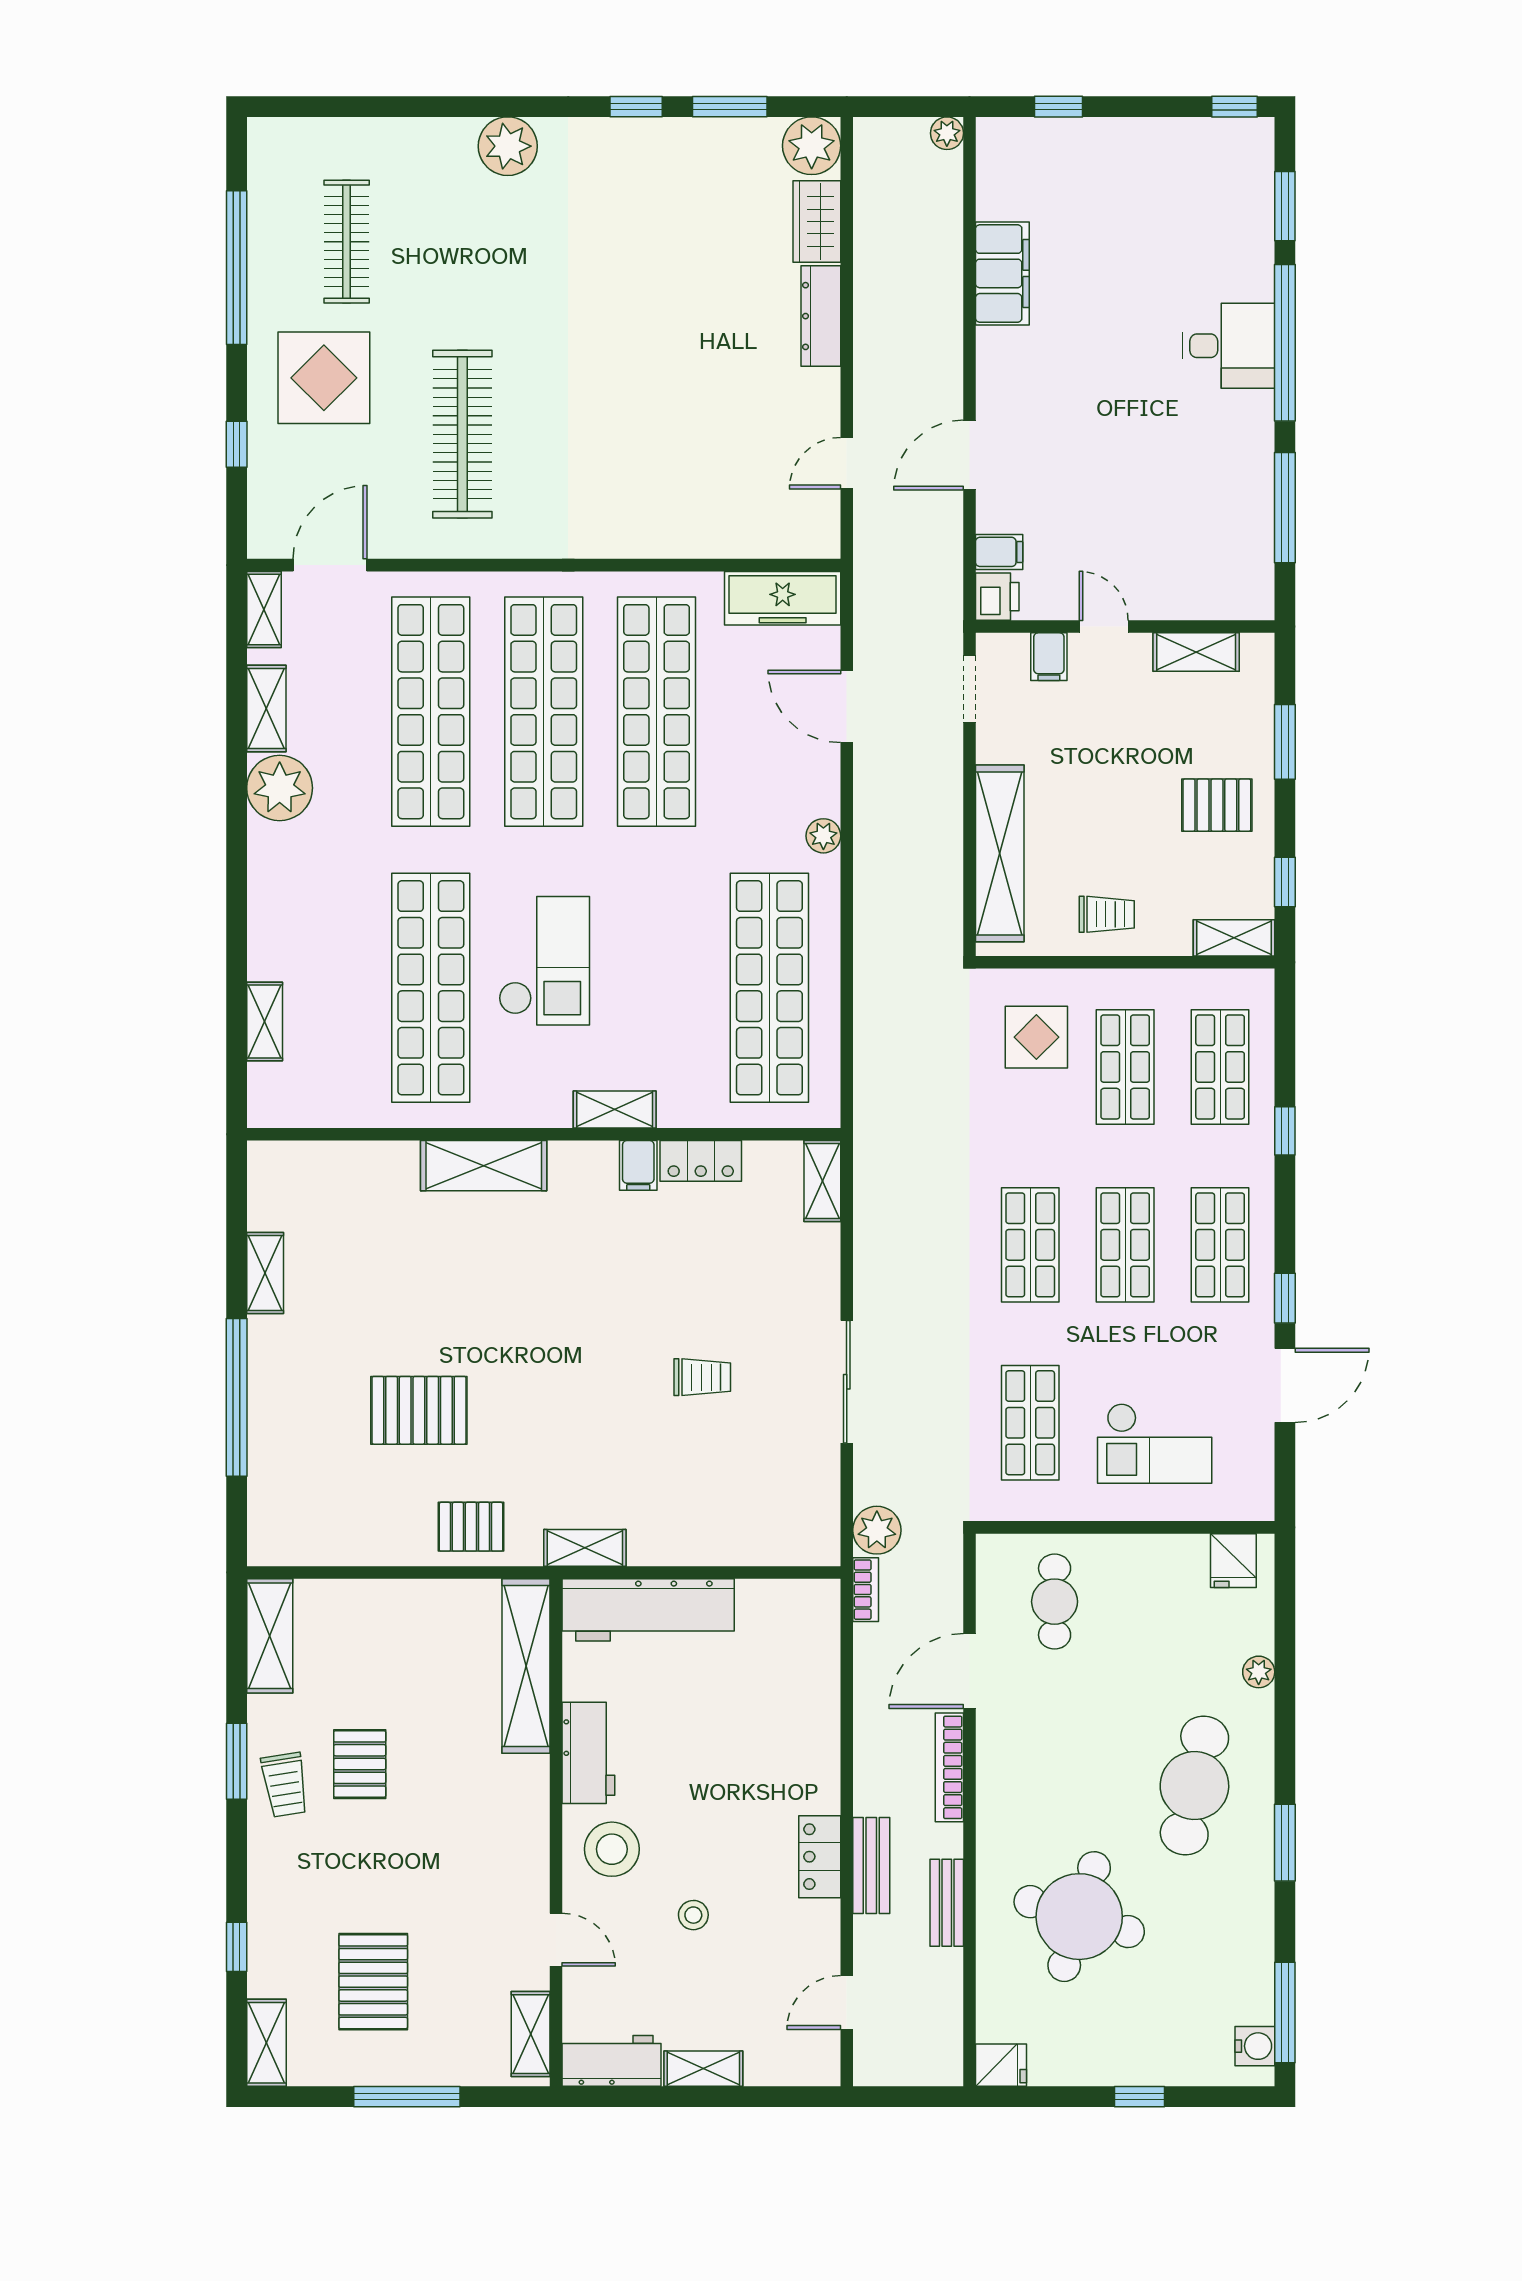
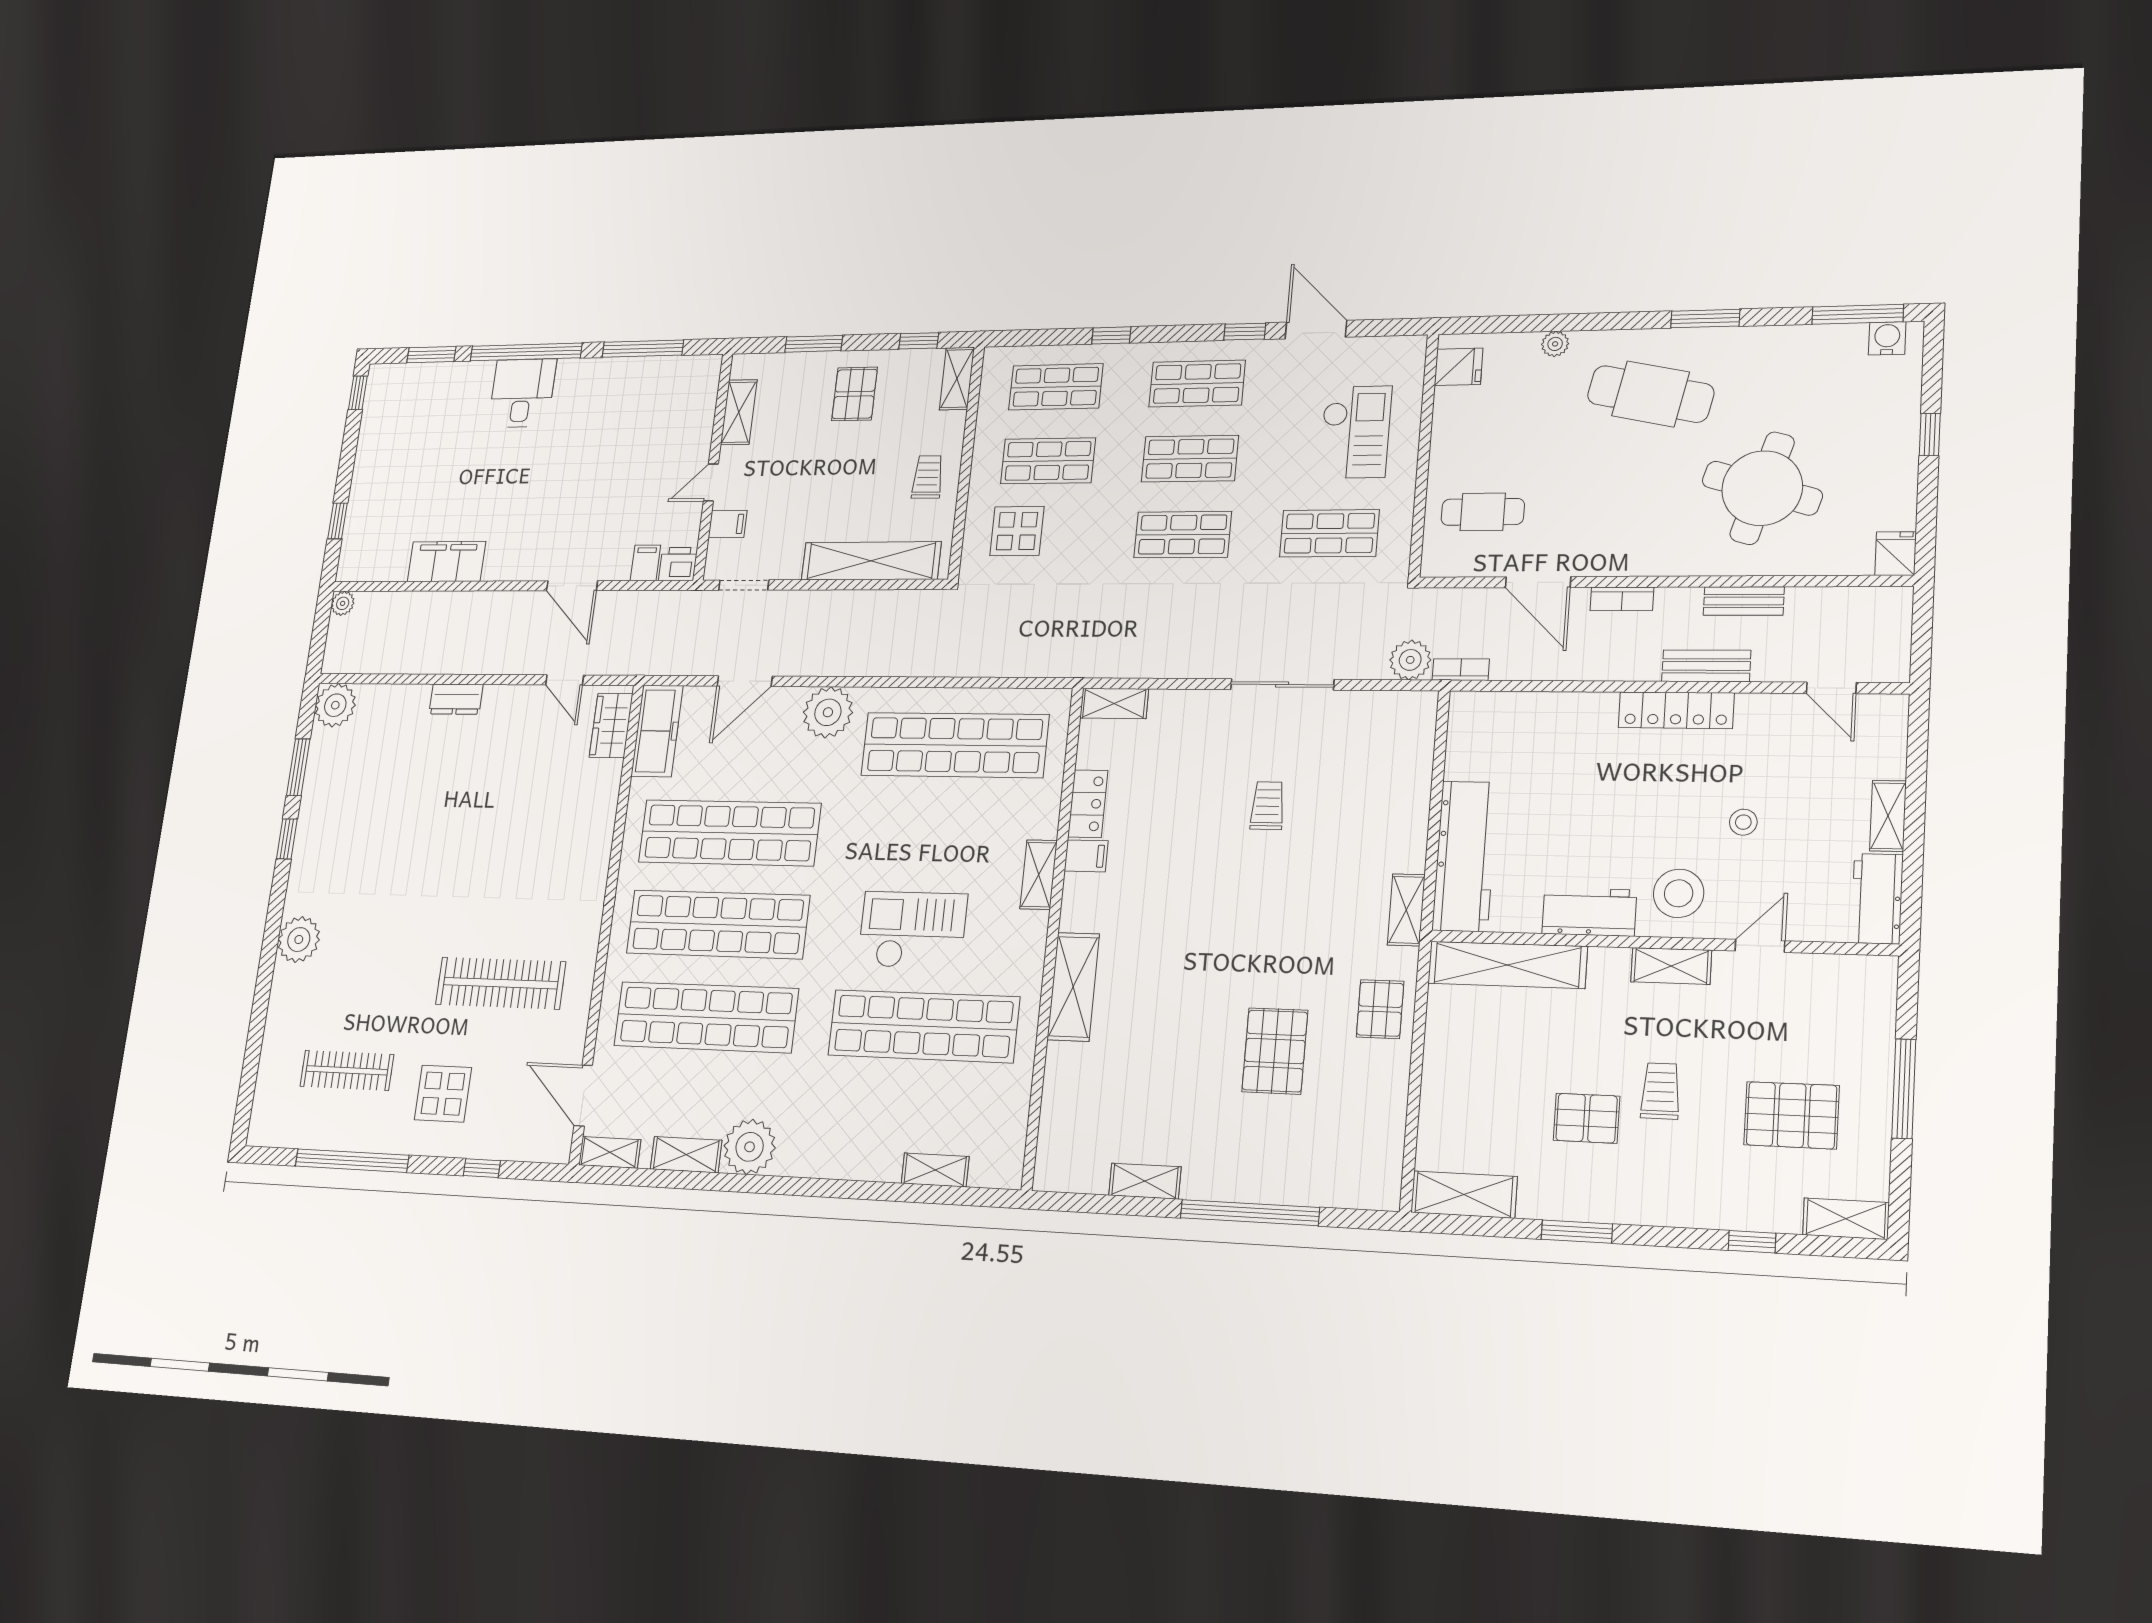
wardrobe: (817, 222) -> (611, 726), moved, turned 90
dresser: (821, 316) -> (456, 699), width x0.70
display table: (324, 378) -> (443, 1094), width x0.73, depth x0.73
plant: (823, 836) -> (828, 712), width x1.88, depth x1.88
bookcase: (949, 1767) -> (1622, 599), width x0.64
trolley: (285, 1785) -> (1661, 1091), moved, turned -81
locker: (820, 1857) -> (1676, 710), width x1.53
shelving: (531, 2034) -> (1671, 966), moved

